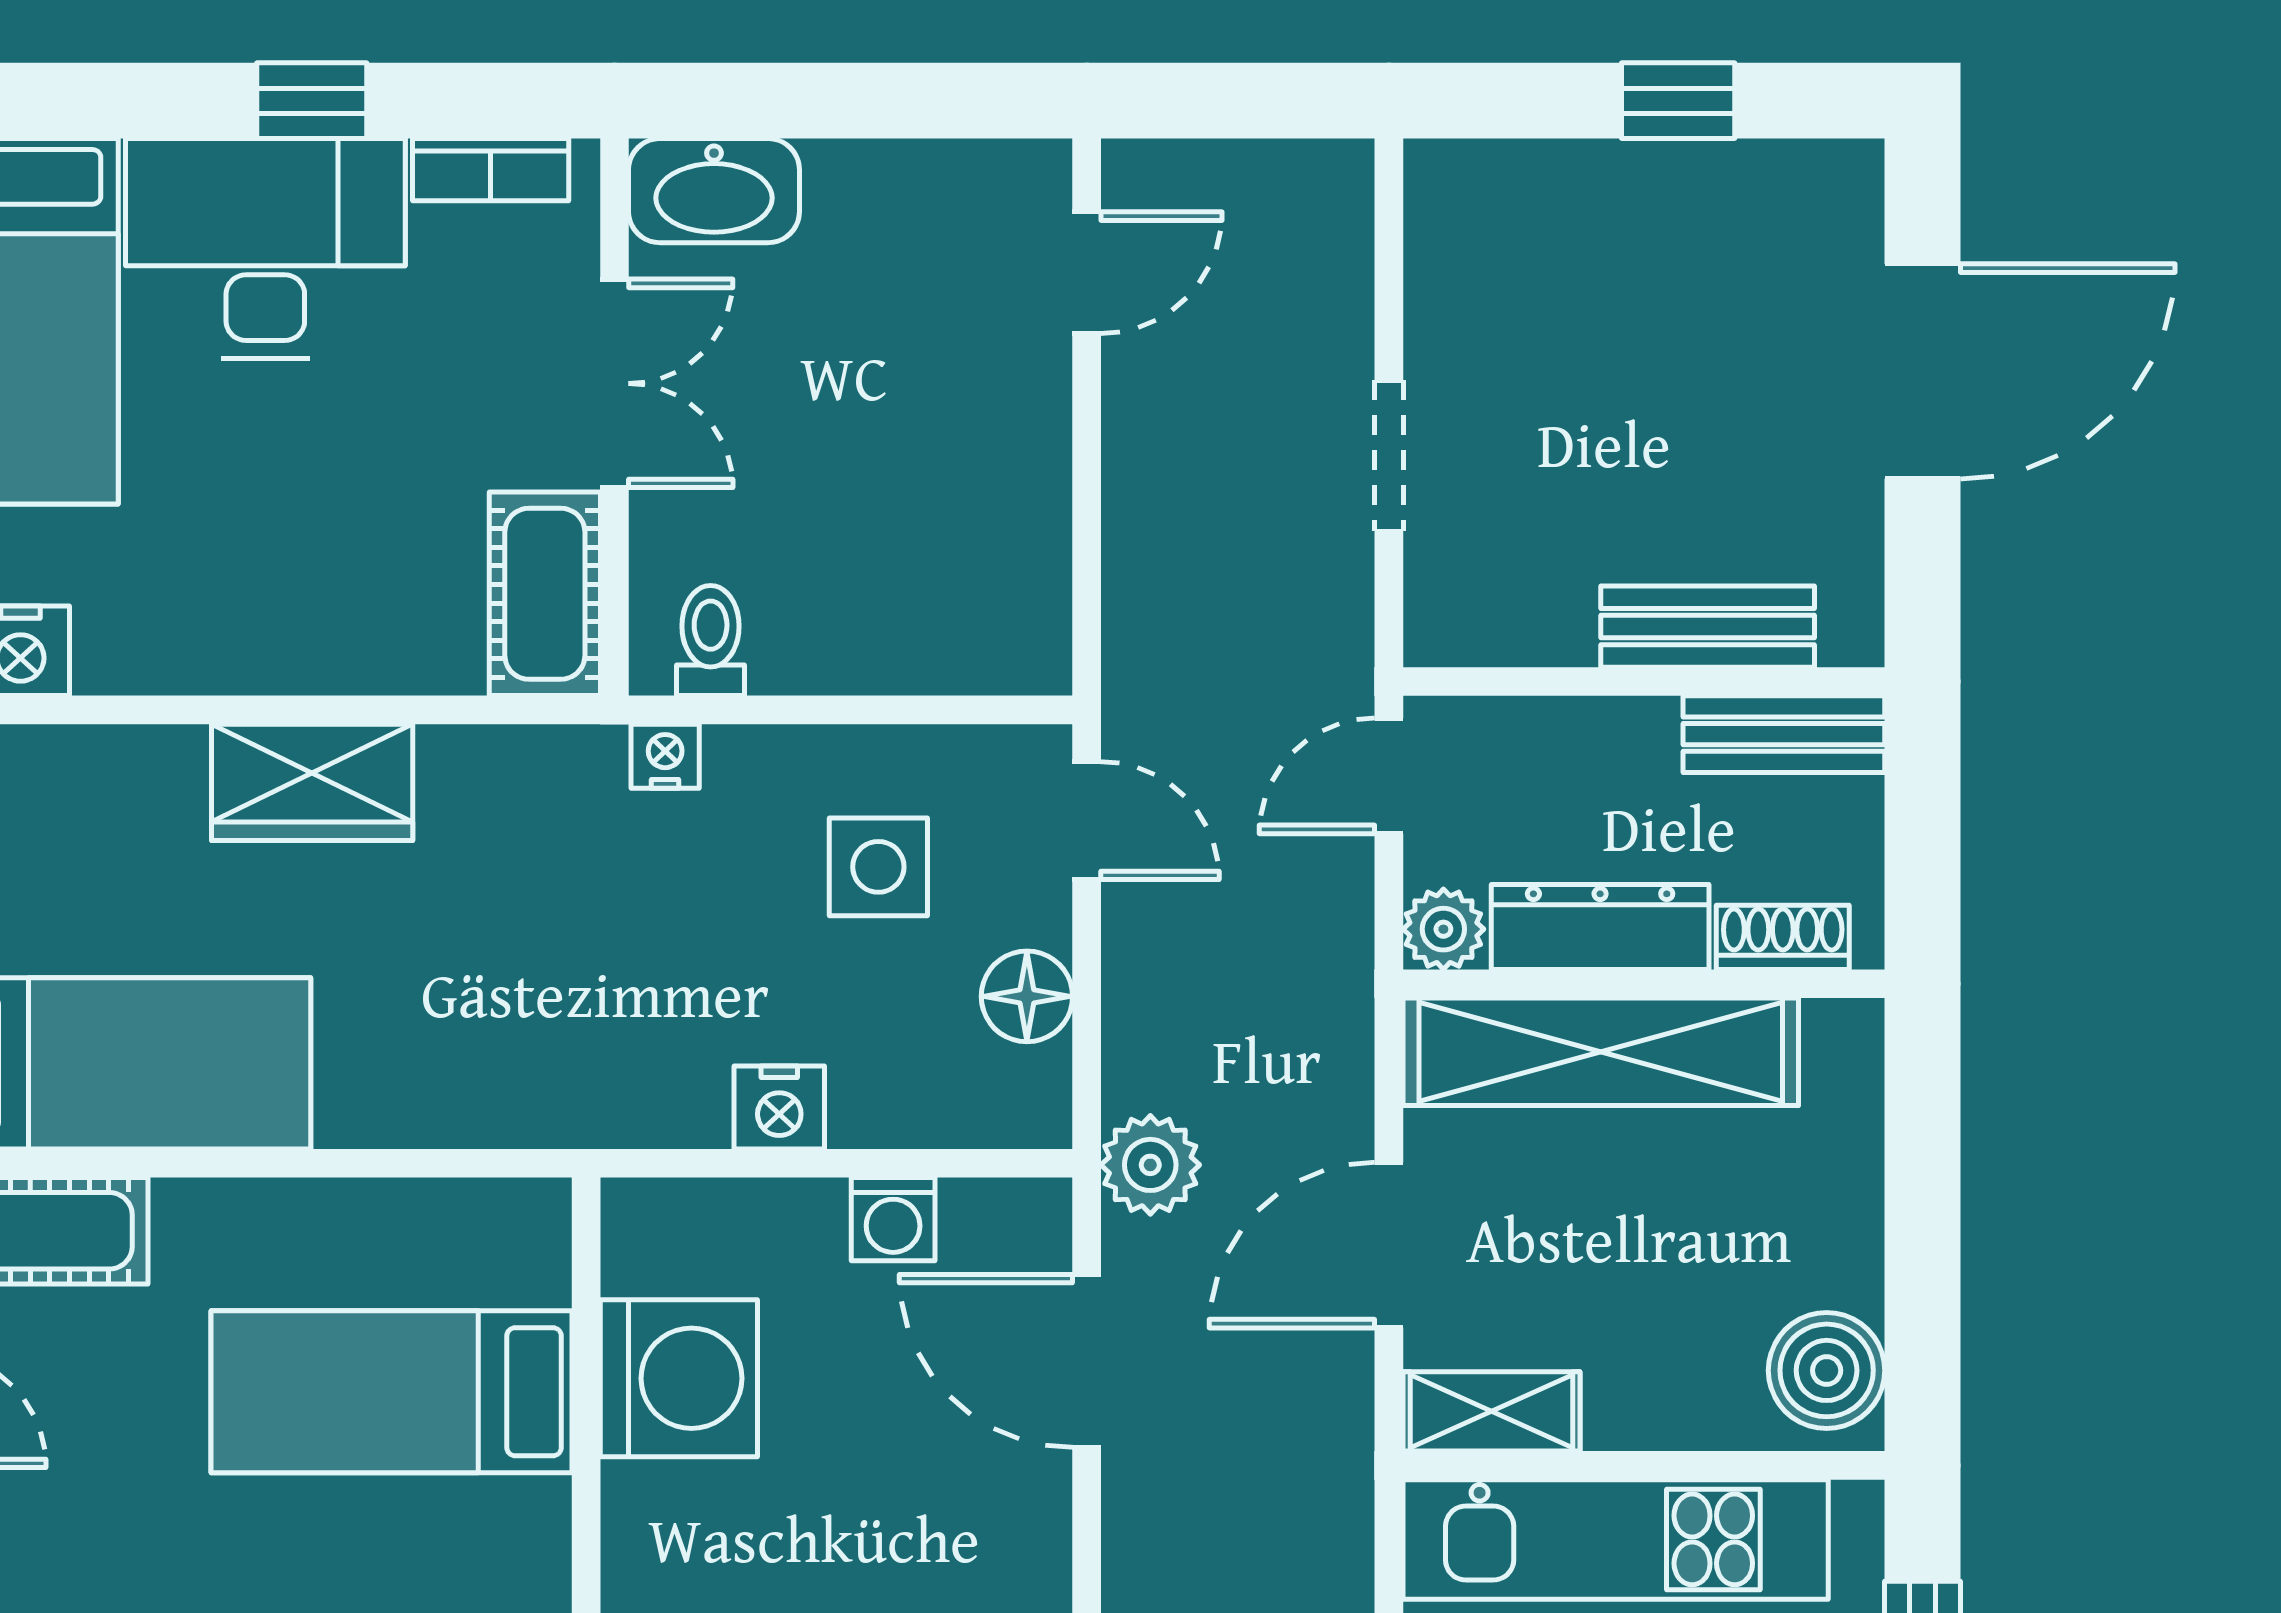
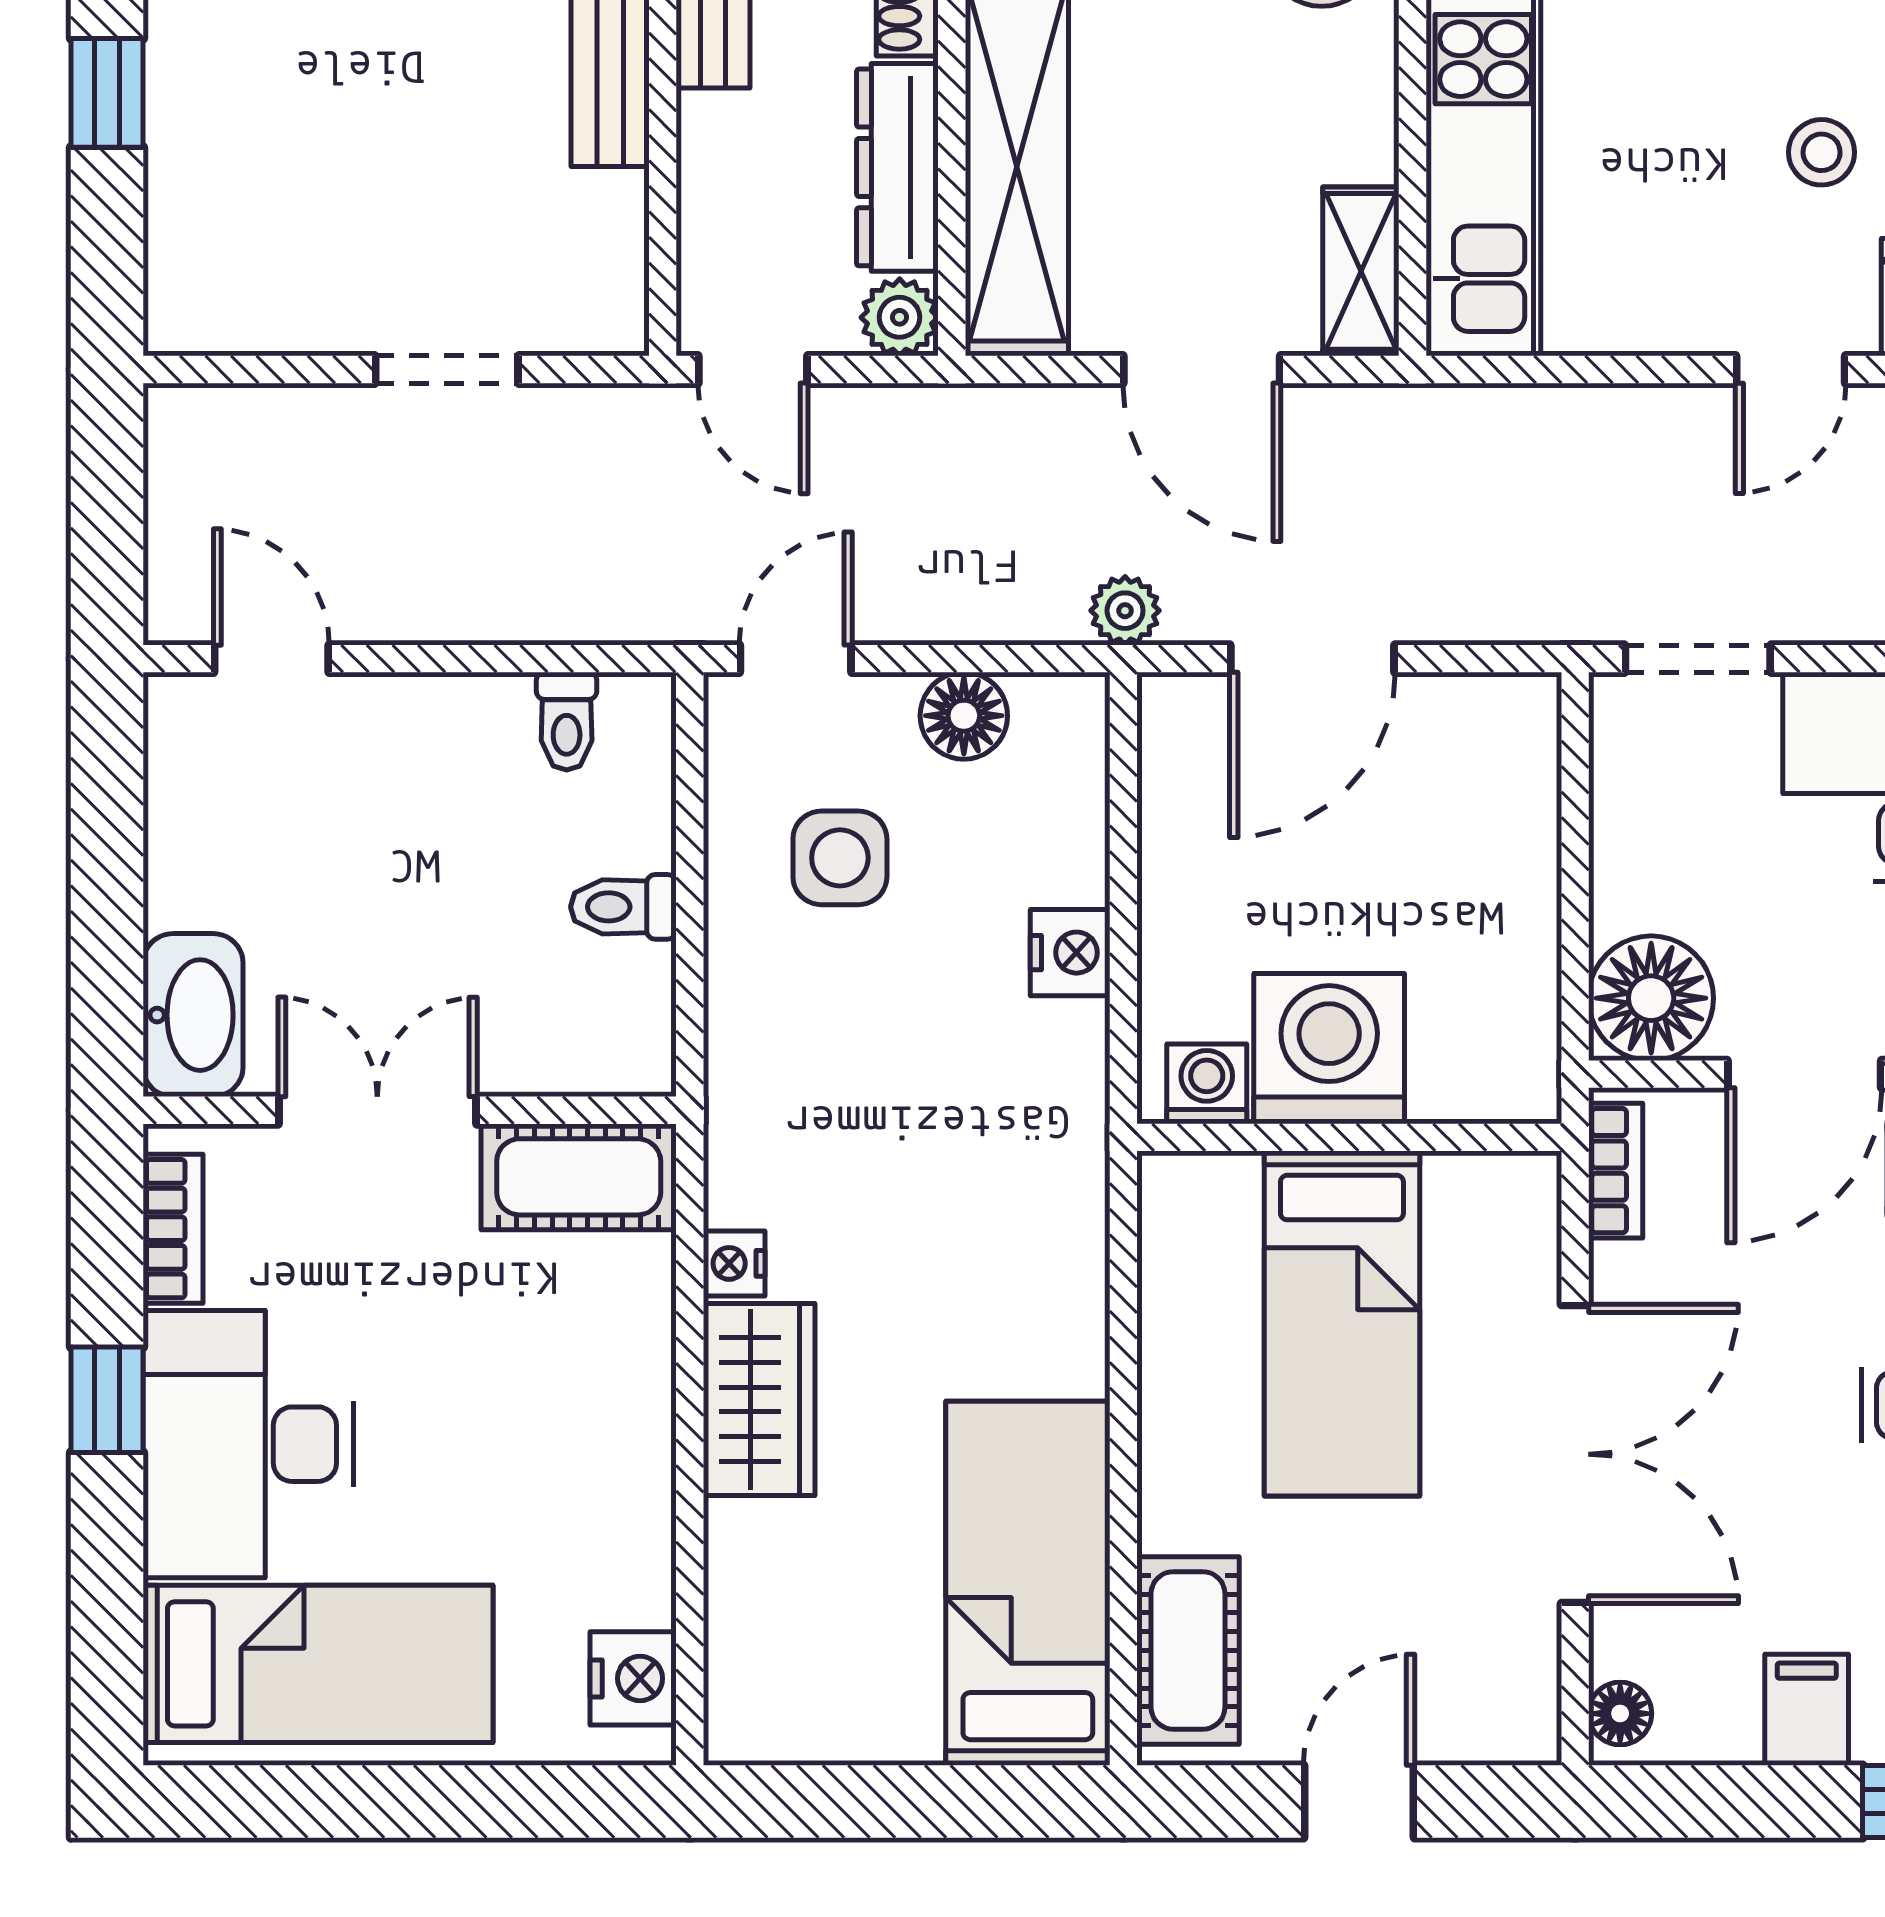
toilet: (1021, 581) -> (567, 721), added
toilet: (711, 641) -> (623, 907), moved
nightstand: (665, 756) -> (734, 1263), moved
plant: (1150, 1165) -> (1125, 611), width x0.73, depth x0.73
washing machine: (893, 1219) -> (1207, 1084), moved, turned -90

